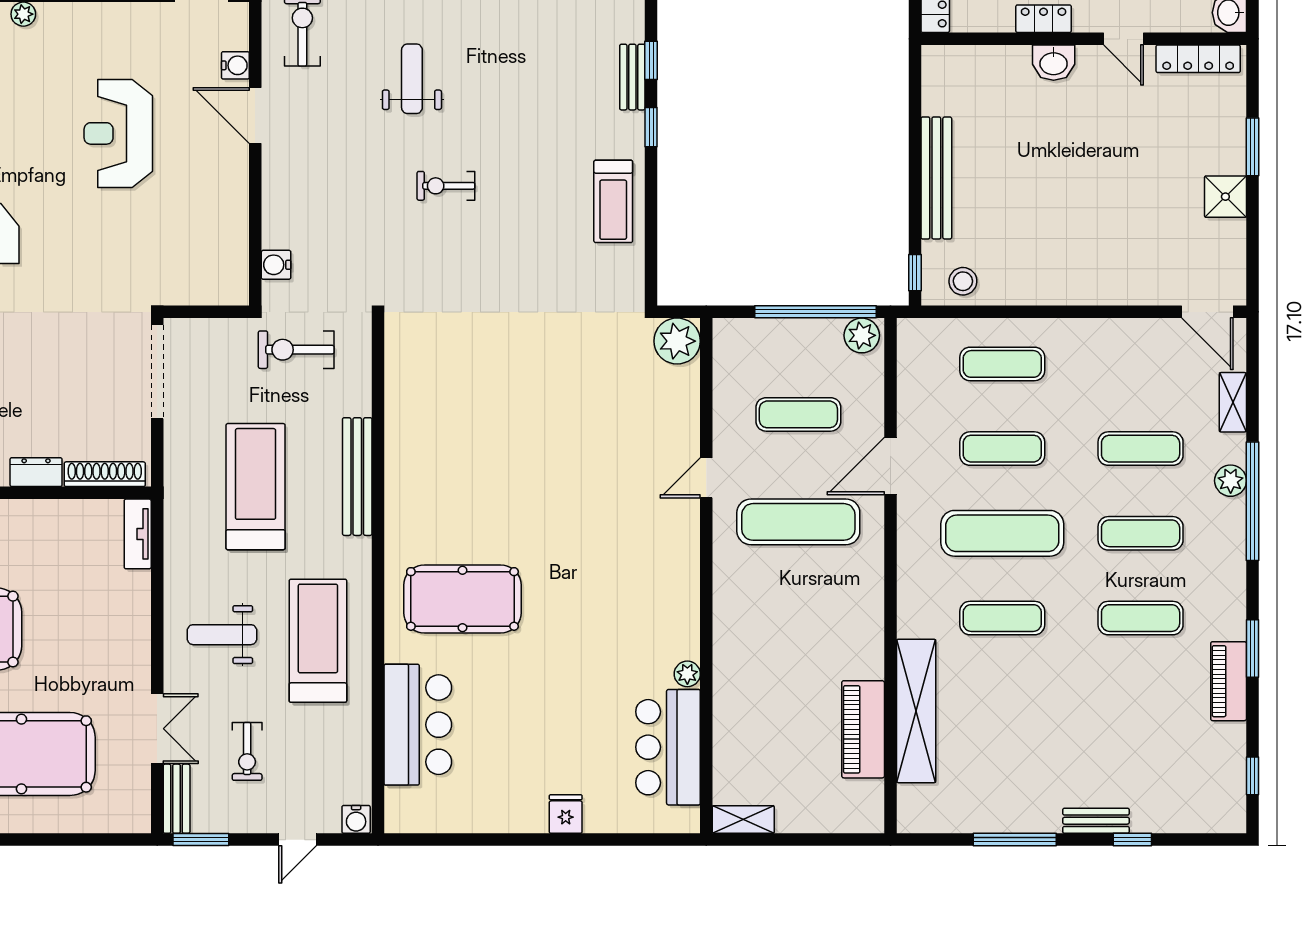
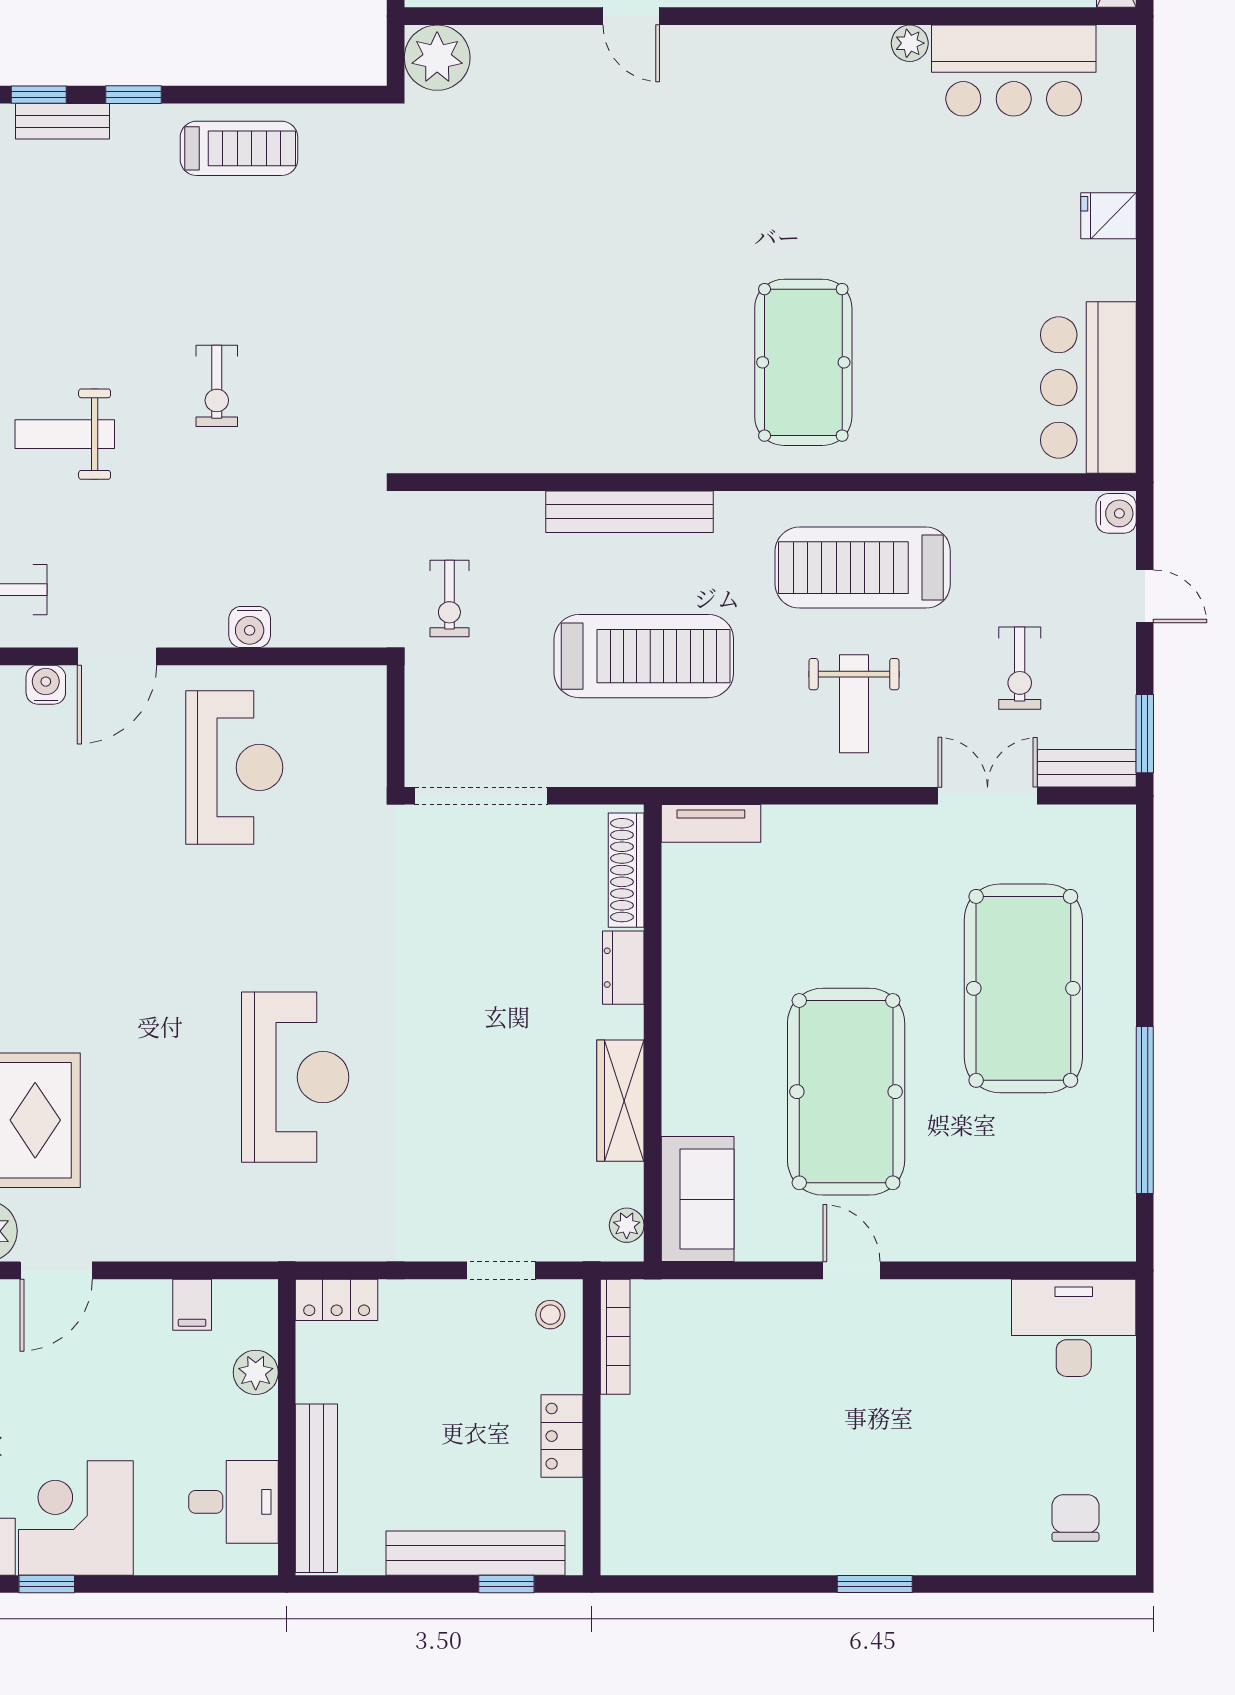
reception desk: (118, 133) -> (234, 767), moved, turned -90
water cooler: (276, 265) -> (250, 627), moved
exercise bike: (296, 350) -> (449, 598), width x0.73, depth x0.72
treadmill: (256, 487) -> (644, 656), turned 180
bar counter: (418, 725) -> (1088, 388), moved, turned -90
exercise bike: (247, 751) -> (1020, 668), turned 90

